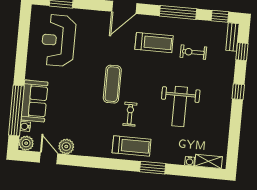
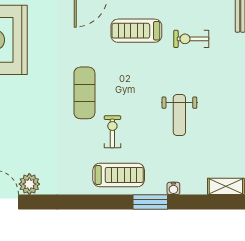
treadmill: (154, 43) -> (136, 31), turned 180
weight bench: (180, 107) -> (179, 115), width x0.73, depth x0.75
water cooler: (190, 161) -> (173, 188), moved

